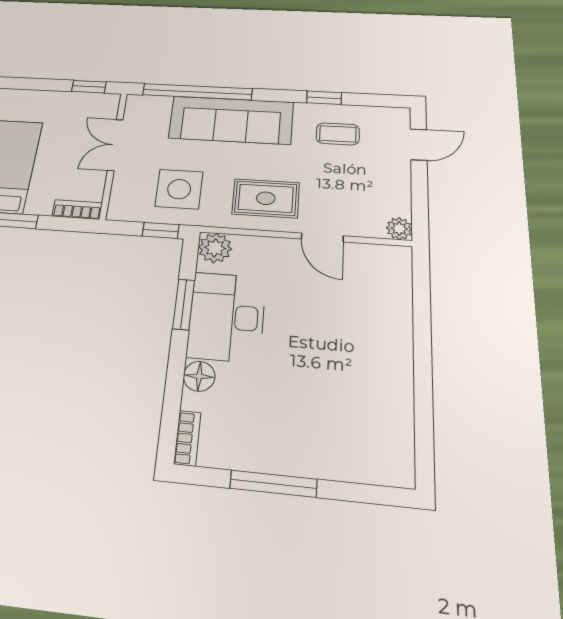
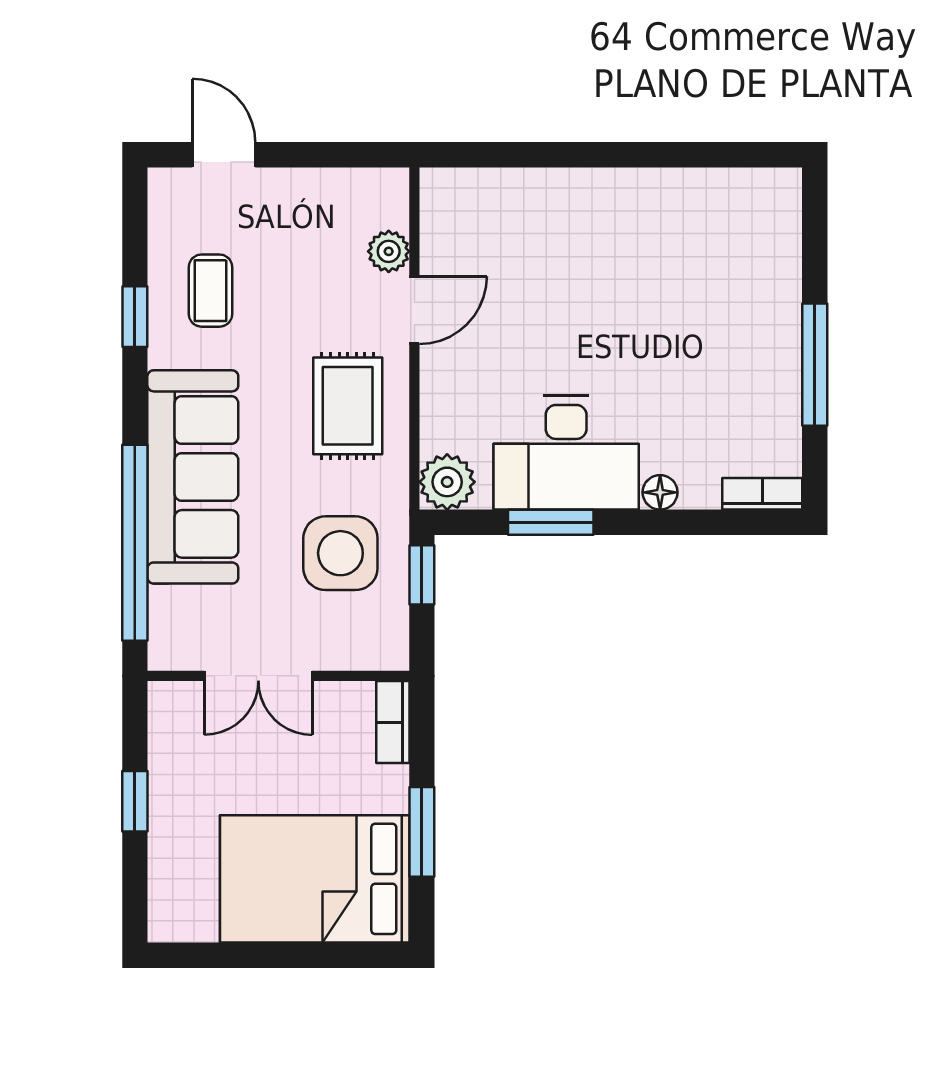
window: (89, 87) -> (135, 801), moved
plant: (399, 229) -> (389, 251), moved
floor lamp: (199, 376) -> (660, 492), width x0.73, depth x0.73

